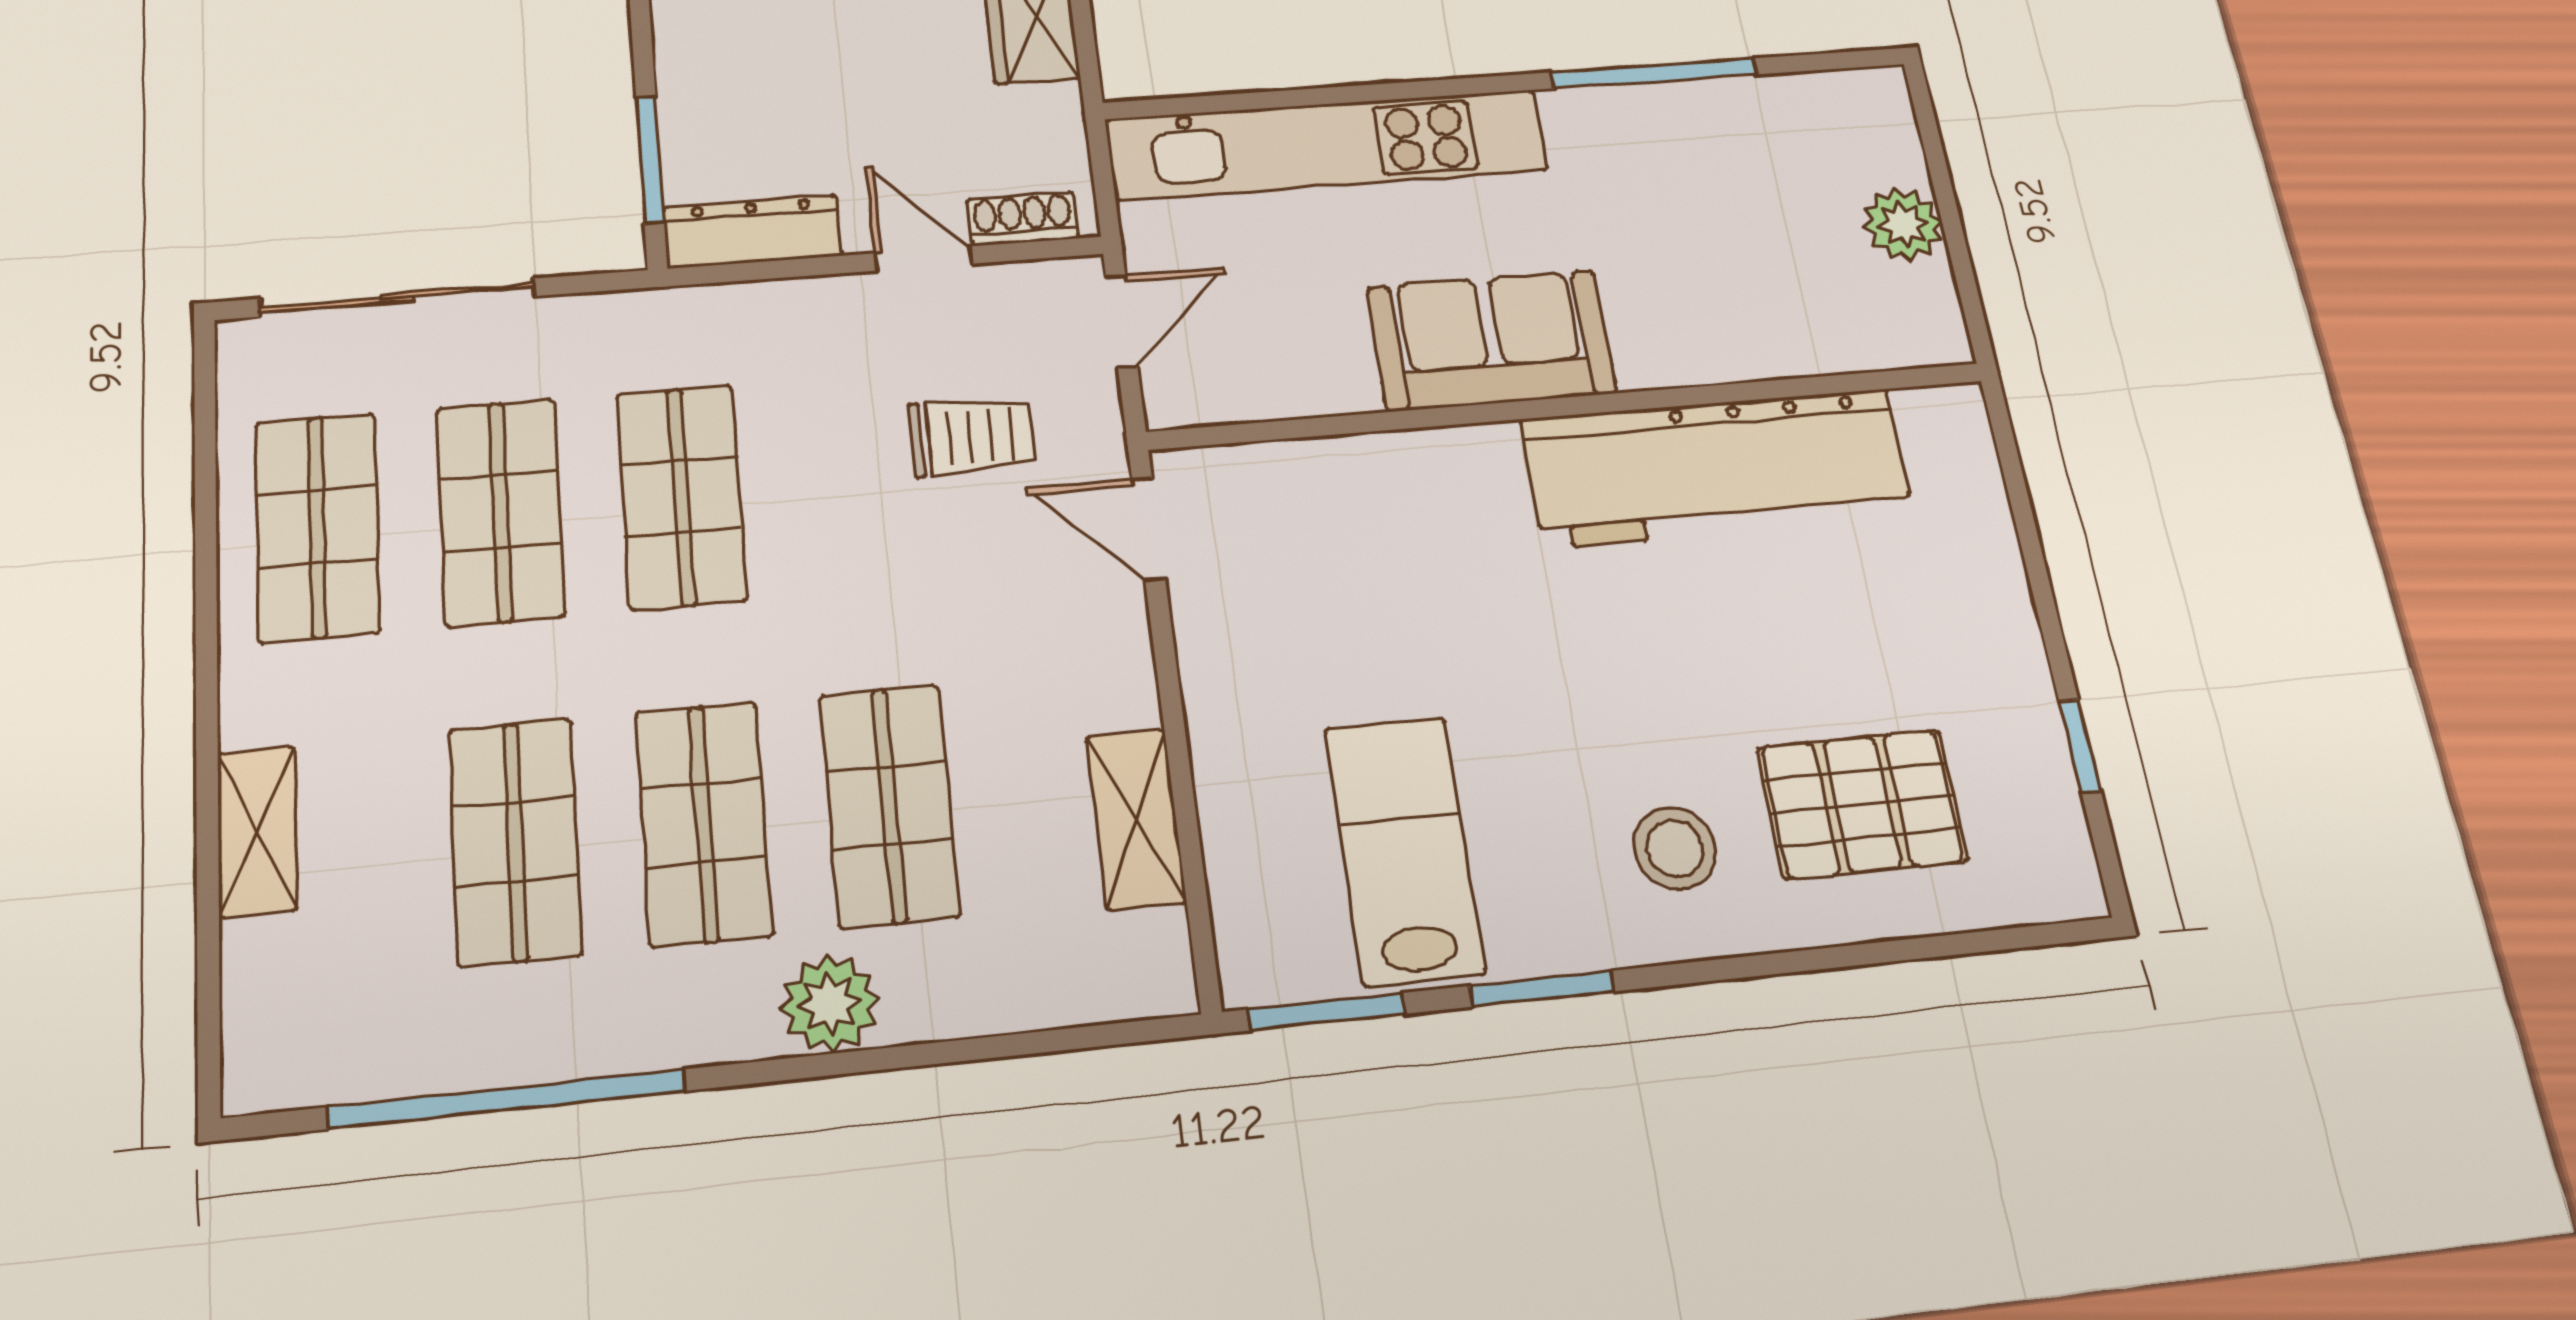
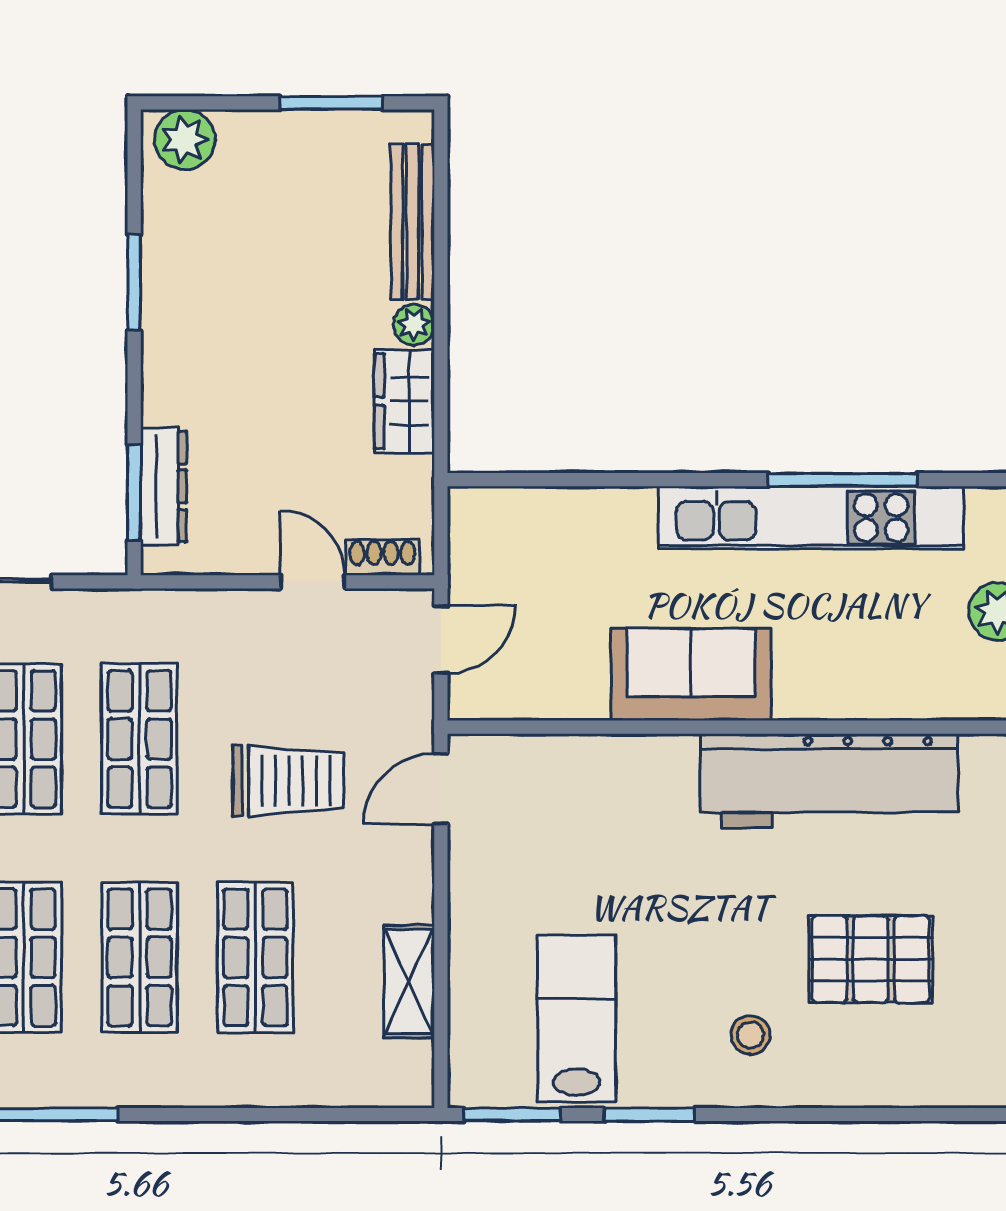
kitchen unit: (1327, 145) -> (811, 518), moved
dresser: (753, 232) -> (164, 486), moved, turned 90
trolley: (972, 436) -> (288, 781), moved, width x1.36, depth x1.39
door: (1149, 529) -> (441, 789), hinge flipped
pallet: (1862, 804) -> (871, 959), moved
stool: (1675, 848) -> (751, 1035), width x0.73, depth x0.73
plant: (830, 1004) -> (208, 1078), removed

